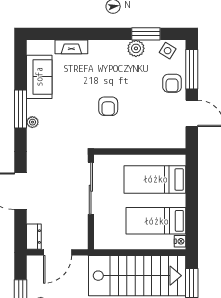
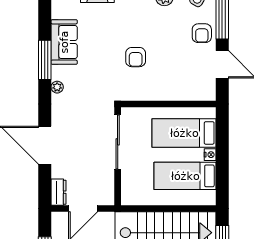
sofa: (39, 77) -> (64, 42), moved
plant: (32, 122) -> (57, 87), moved
nightstand: (180, 241) -> (210, 155), moved

